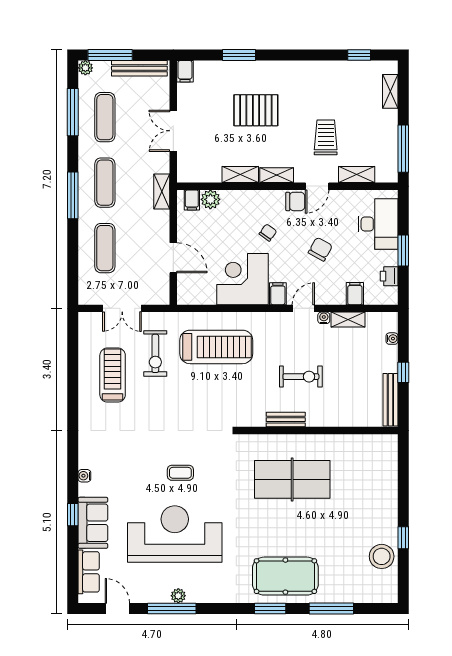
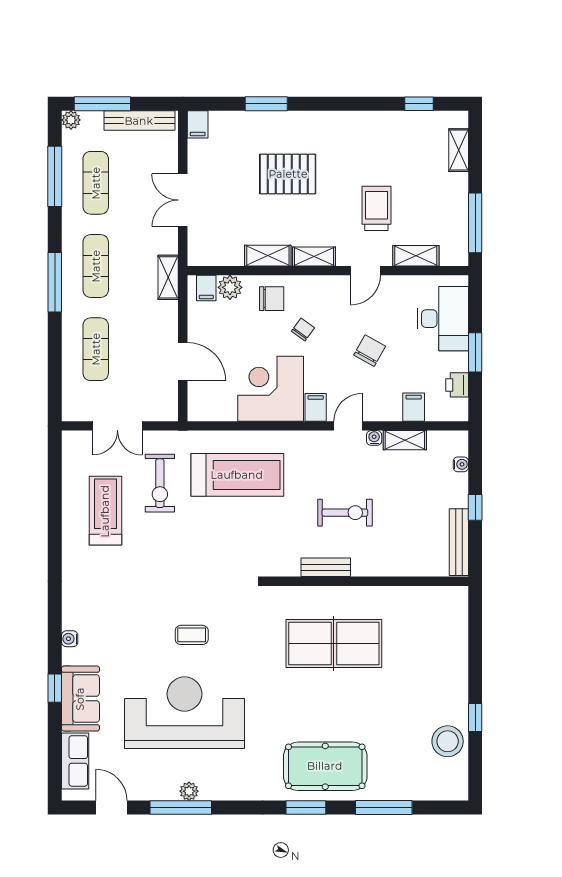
chair: (295, 201) -> (272, 299), moved

